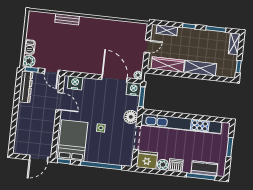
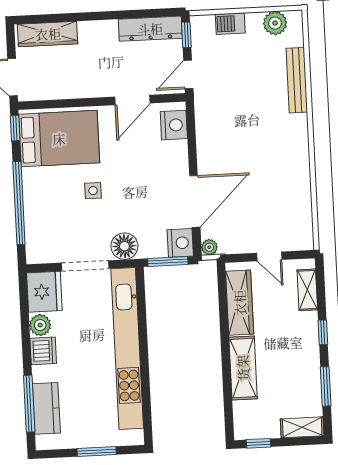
bench: (67, 19) -> (297, 80), width x1.36
plant: (29, 61) -> (275, 23), moved
wardrobe: (20, 138) -> (48, 34), added

